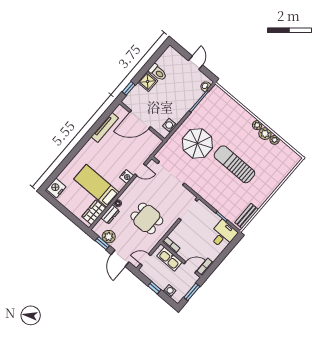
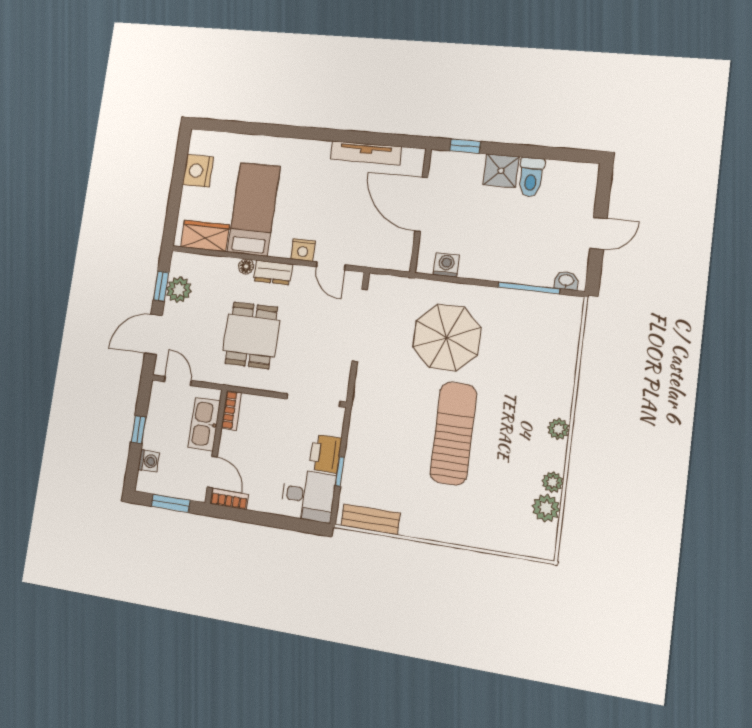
plant: (265, 134) -> (546, 508), moved
nightstand: (56, 188) -> (198, 171), moved, turned -90
dresser: (110, 214) -> (273, 272), moved
printer: (211, 218) -> (325, 454), added

